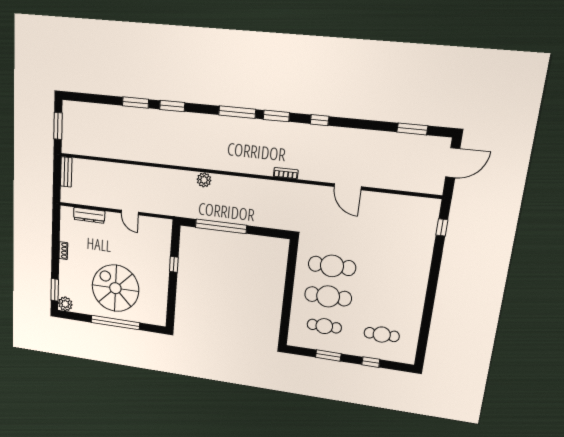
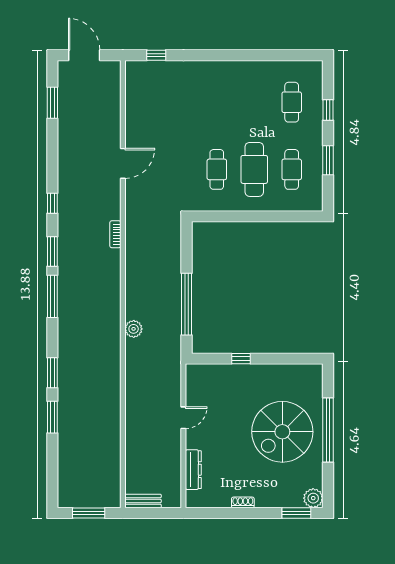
cafe table: (332, 266) -> (217, 169), width x0.73, depth x0.74

